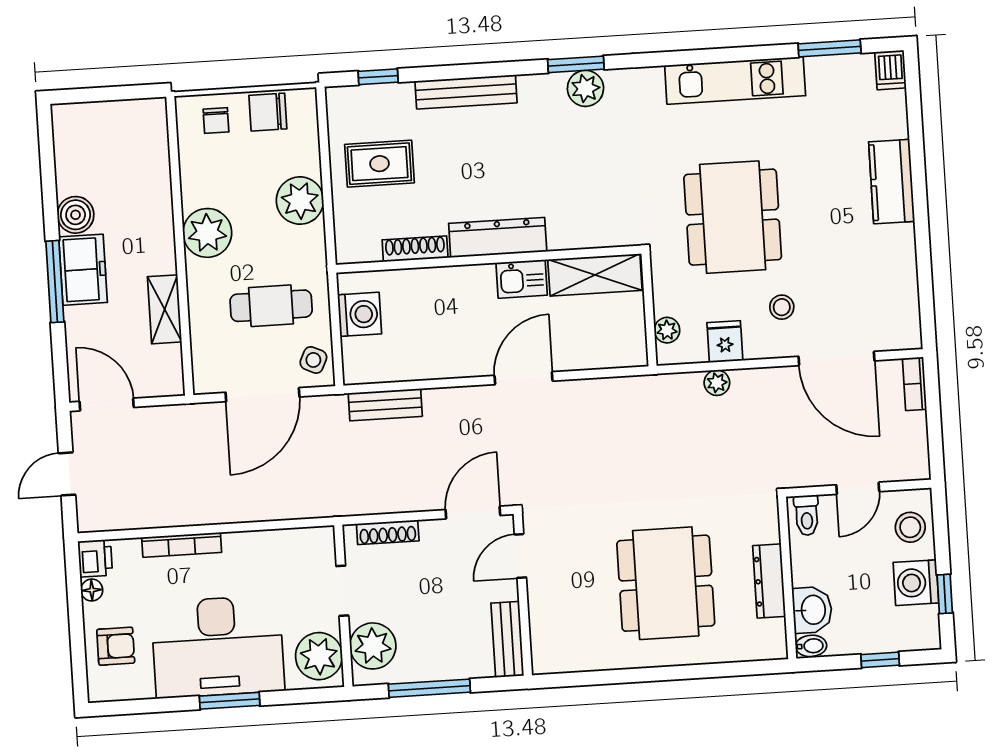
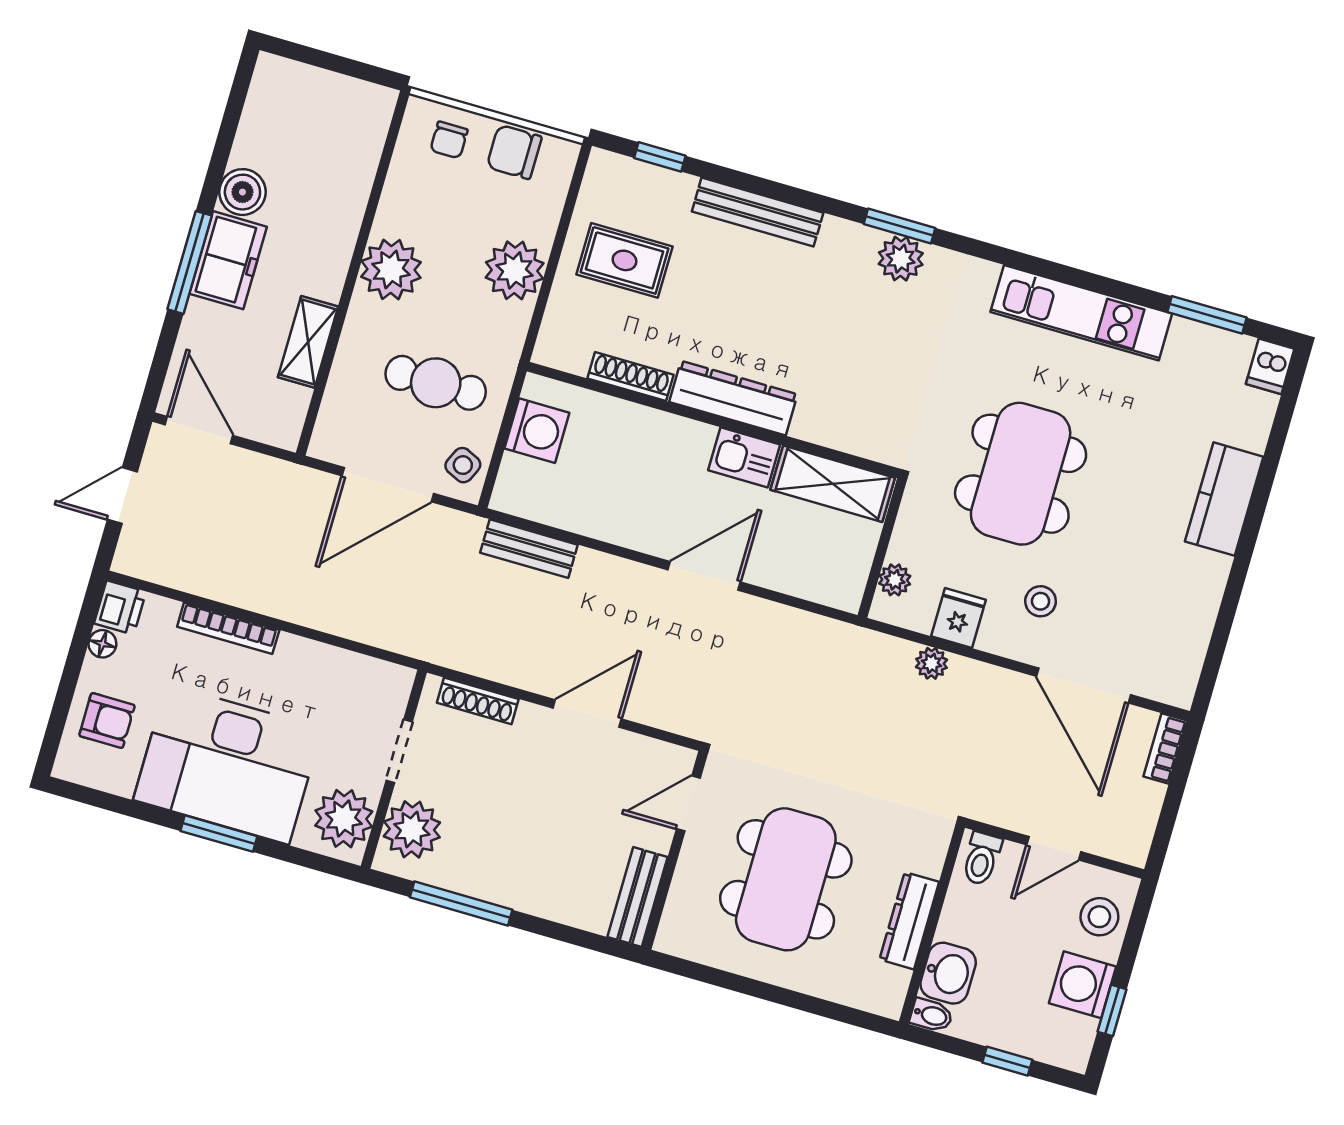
door: (520, 556) -> (688, 804), moved
wall: (523, 595) -> (675, 850), moved
bench: (507, 639) -> (638, 897), moved

